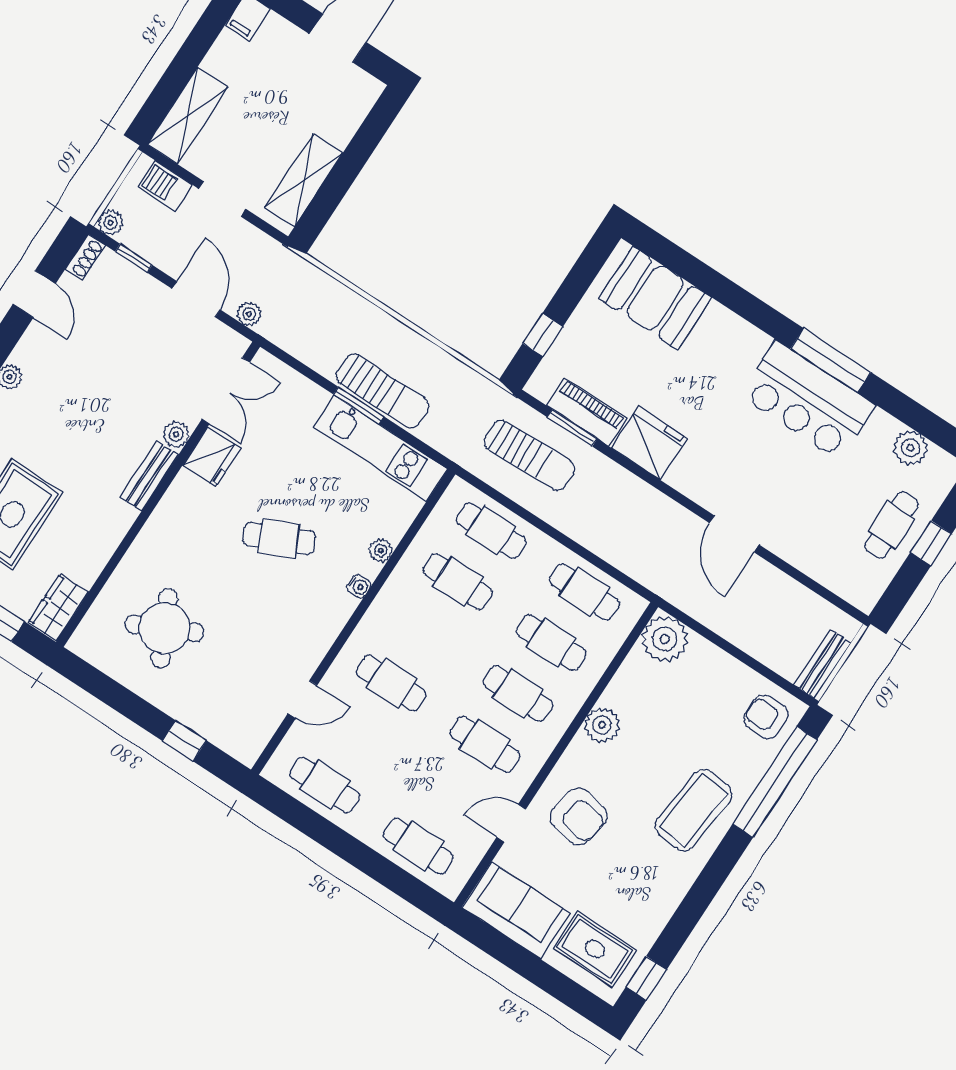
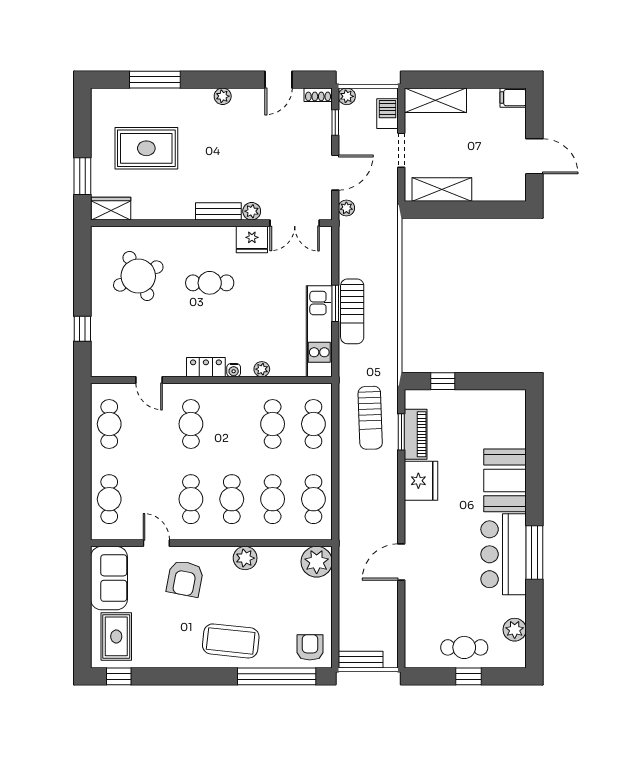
booth: (655, 298) -> (505, 480), moved
cafe table: (279, 538) -> (210, 283), moved, turned -65
locker: (333, 618) -> (206, 367), added

